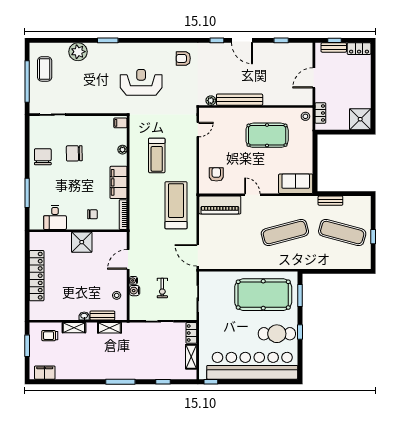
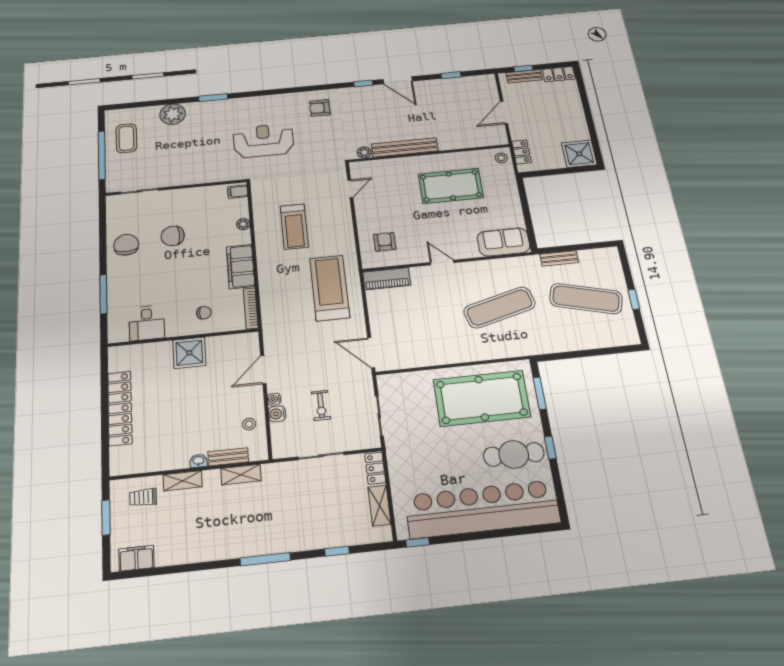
piano: (220, 205) -> (387, 279), width x0.73, depth x0.75

